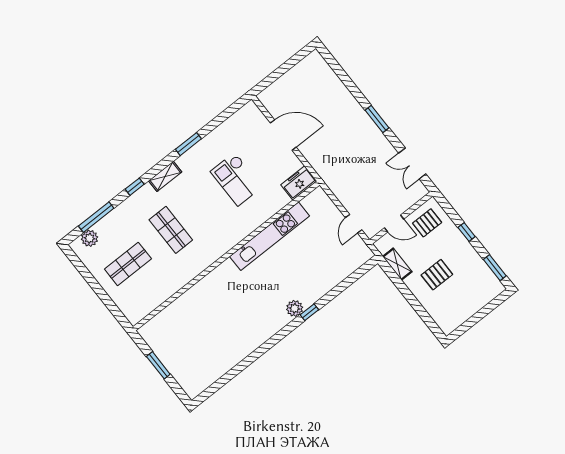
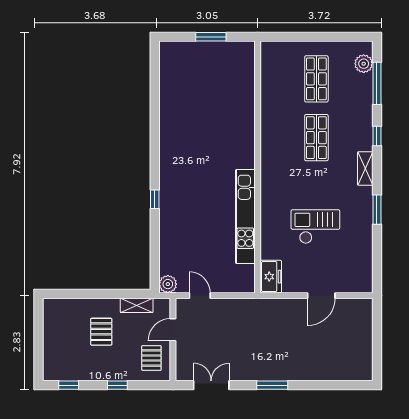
door: (283, 135) -> (321, 296), width x0.73
shop shelf: (171, 230) -> (316, 138), turned 90
window: (495, 268) -> (69, 385), width x0.67
plant: (295, 308) -> (168, 284), moved

